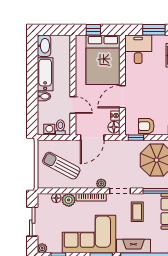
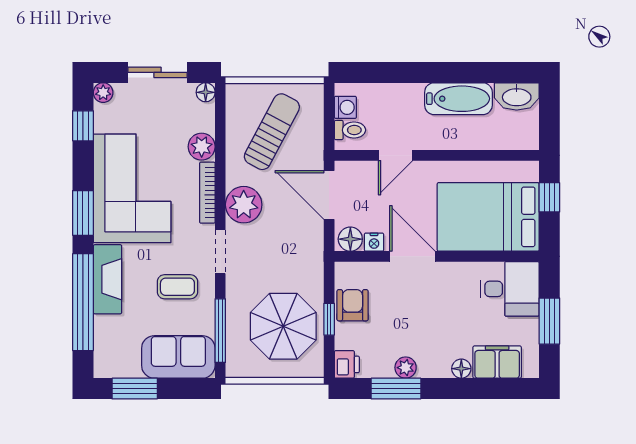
bidet: (44, 96) -> (413, 96), removed
window: (136, 138) -> (329, 319), moved
plant: (101, 184) -> (244, 205), width x1.88, depth x1.88
floor lamp: (56, 198) -> (206, 92), moved

